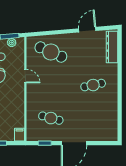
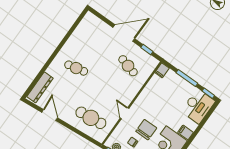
door: (87, 30) -> (50, 115), swing flipped
cafe table: (51, 52) -> (91, 118), turned -30

